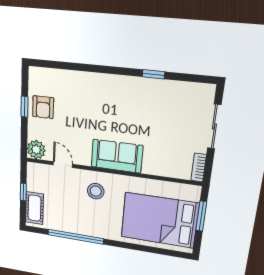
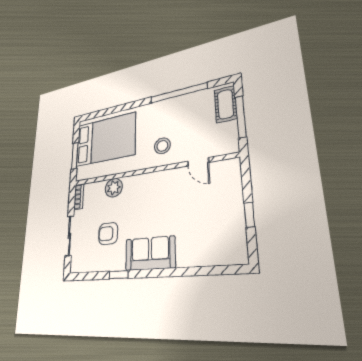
armchair: (43, 107) -> (108, 234), moved, turned -90
plant: (36, 150) -> (114, 188), moved
sofa: (117, 156) -> (150, 253), moved, turned 180
window: (23, 192) -> (241, 117), width x2.17

